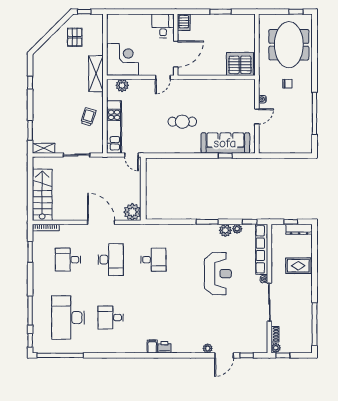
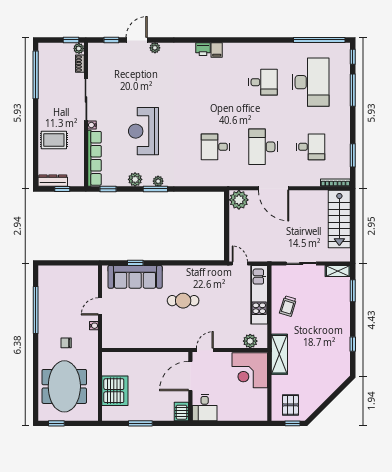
pallet: (75, 37) -> (290, 405), moved
server rack: (240, 64) -> (115, 391), moved, turned -90
plant: (237, 229) -> (158, 181), moved

